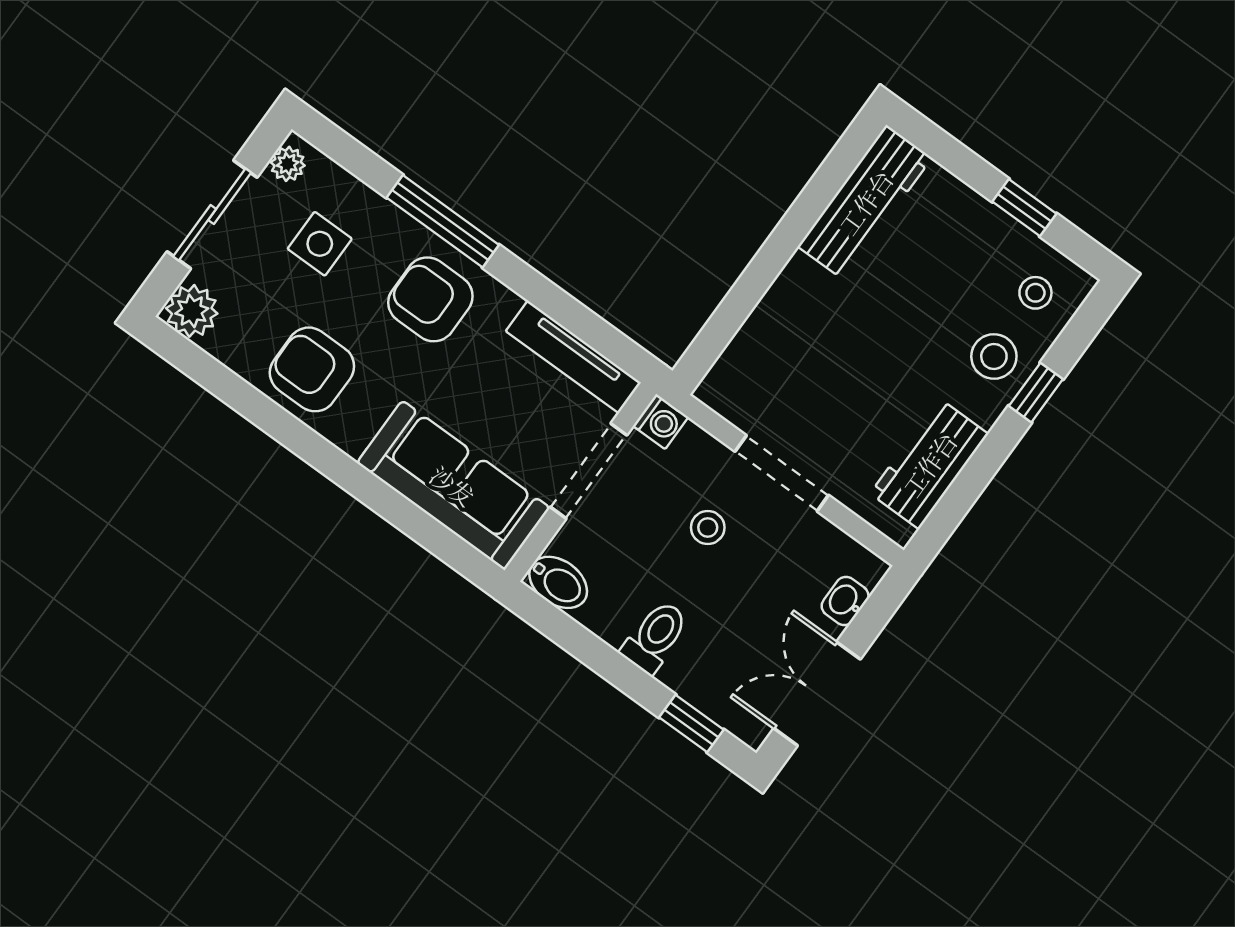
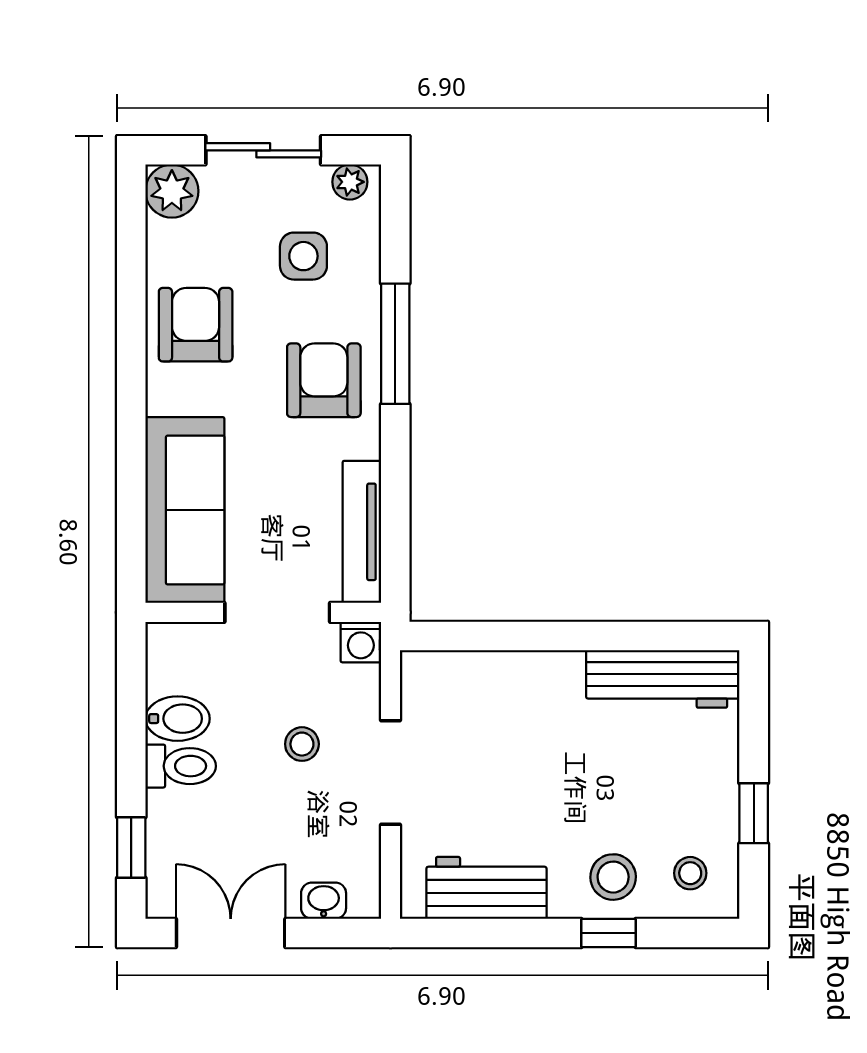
bidet: (558, 582) -> (178, 719), moved, turned -90

